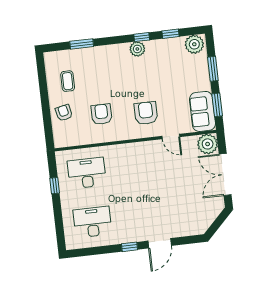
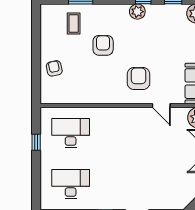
coffee table: (68, 81) -> (74, 23), moved
armchair: (101, 114) -> (103, 45), moved

